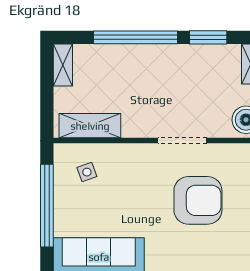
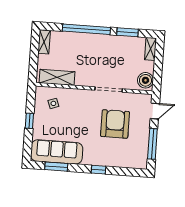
armchair: (198, 200) -> (115, 124), turned -90
window: (47, 206) -> (29, 121), width x0.32

